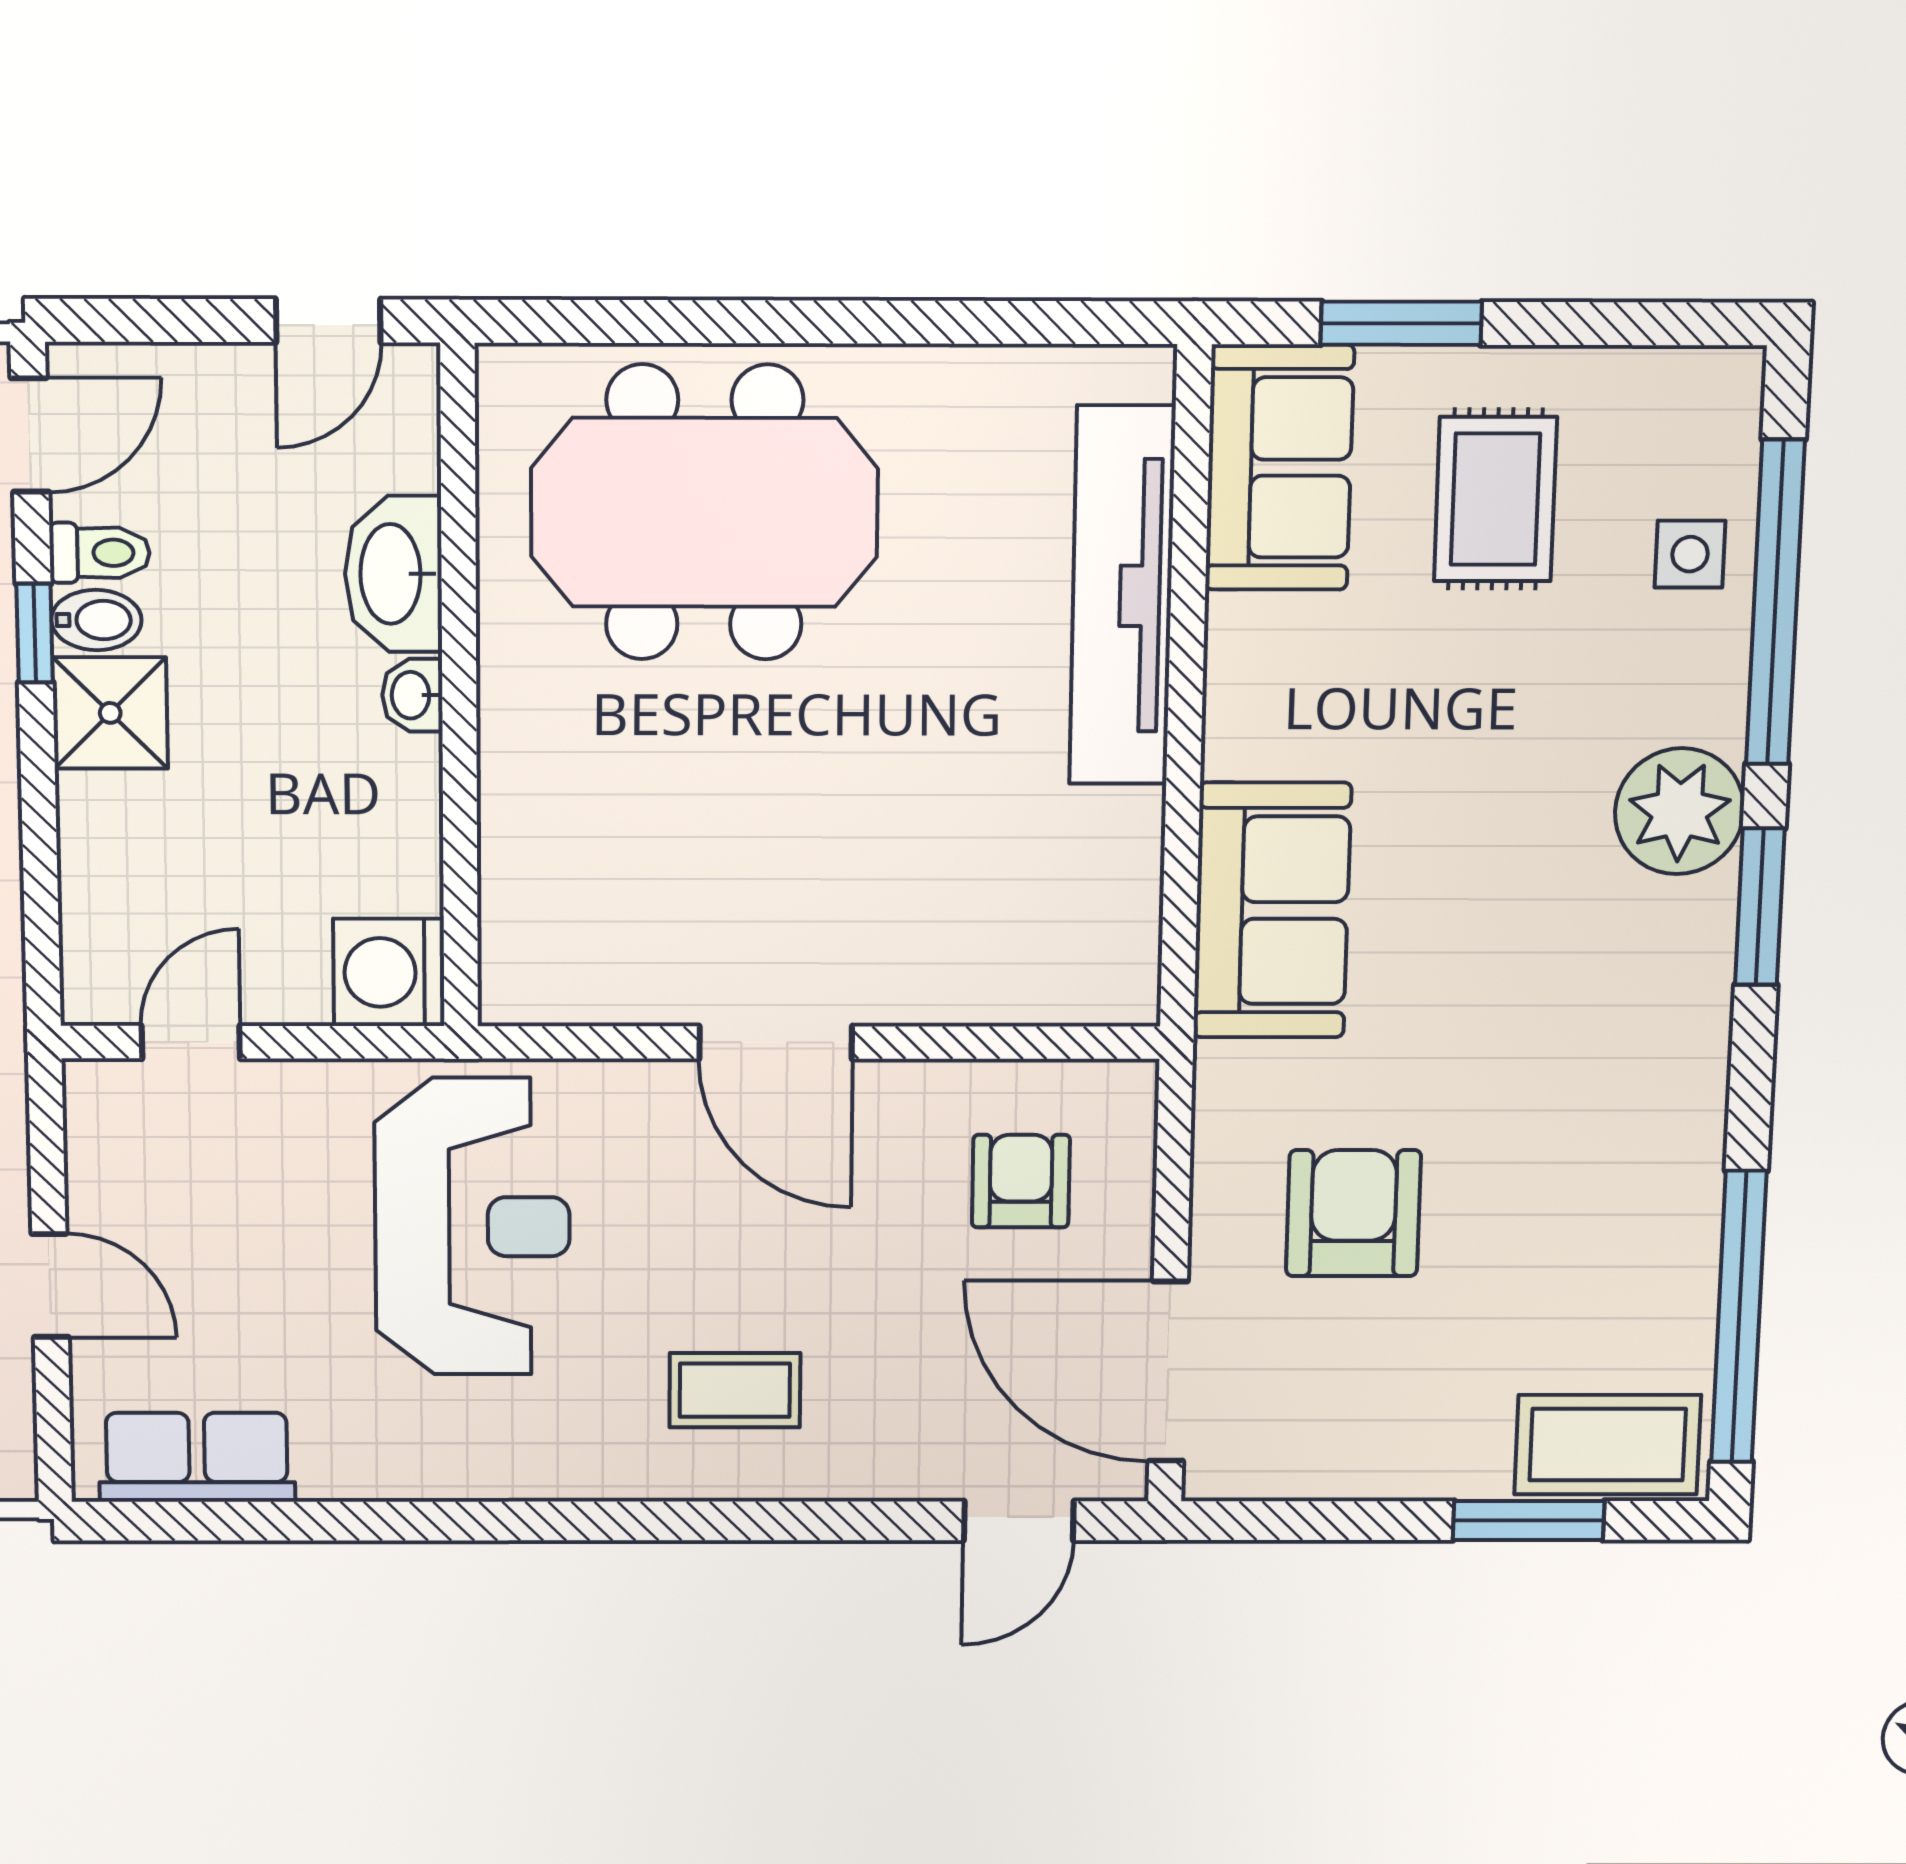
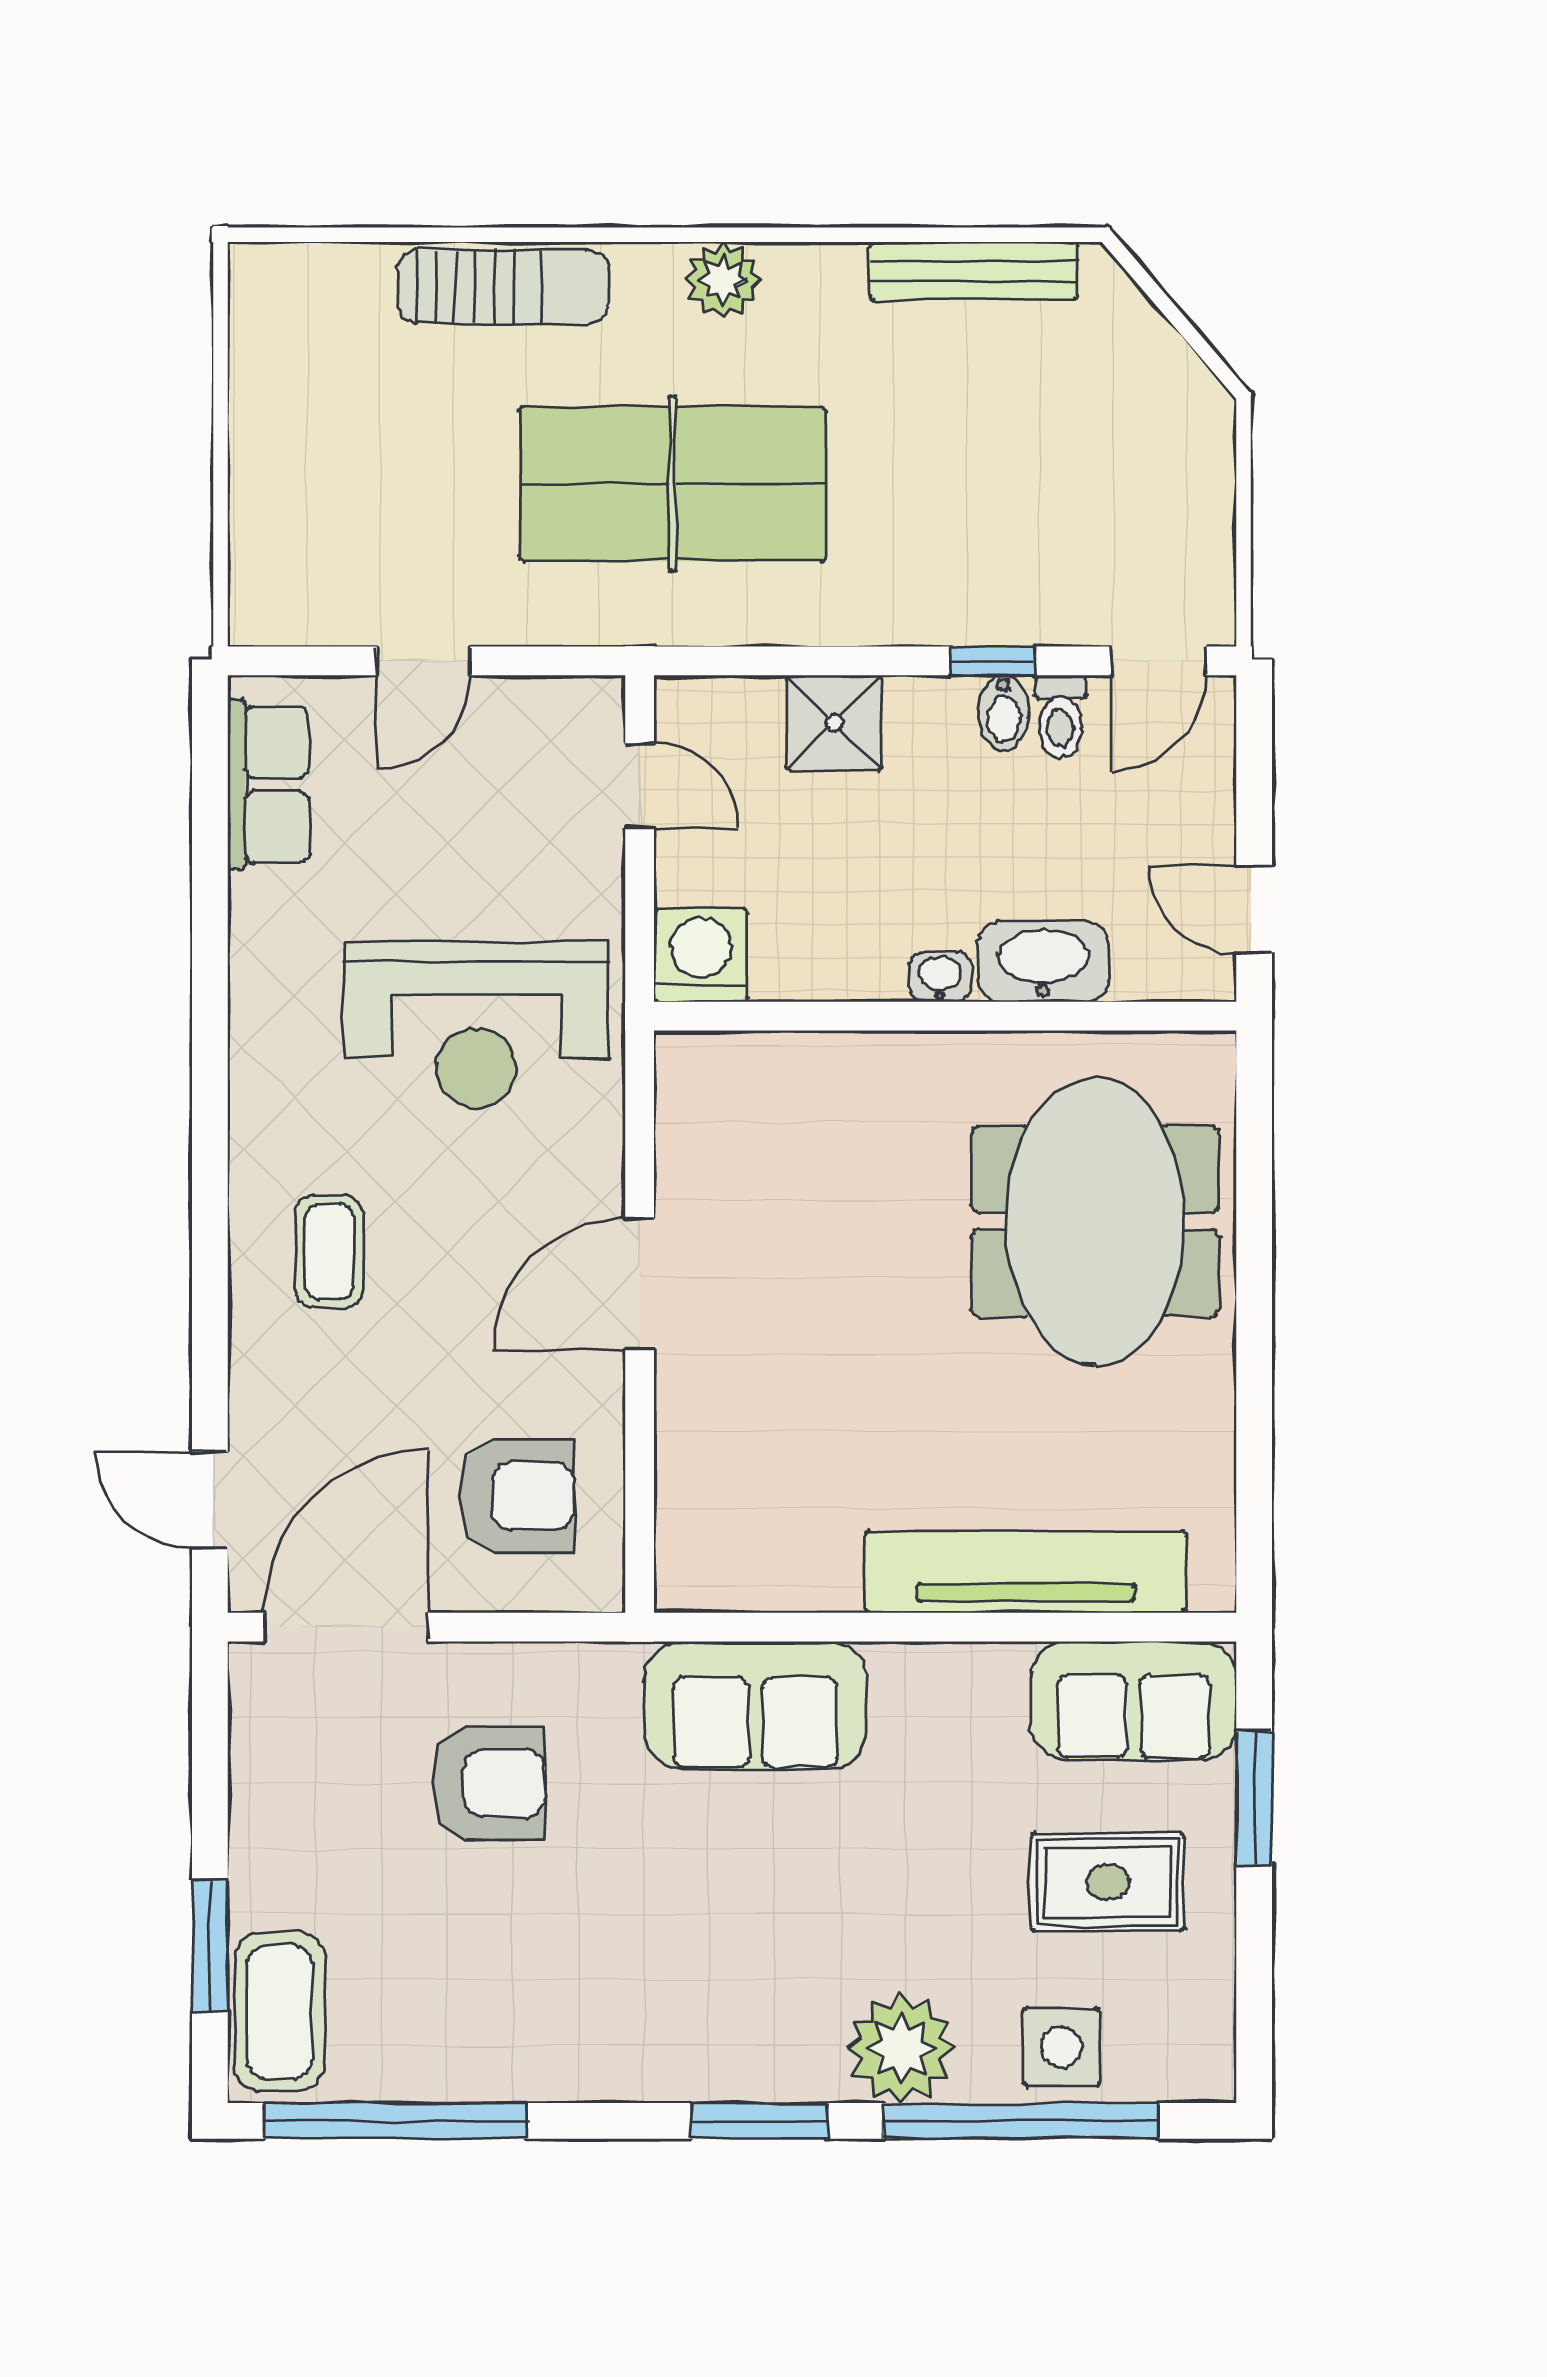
door: (30, 435) -> (1159, 661), hinge flipped
side table: (1690, 554) -> (1061, 2047), width x1.37, depth x1.37
shower: (110, 713) -> (834, 723), moved
plant: (1679, 811) -> (901, 2048), moved
armchair: (1021, 1181) -> (517, 1496), width x1.38, depth x1.38

